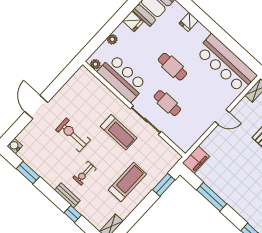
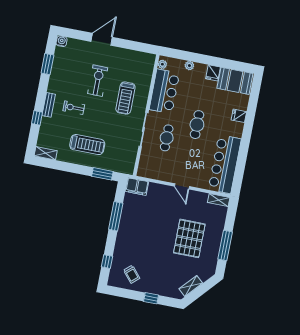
treadmill: (119, 132) -> (125, 98), moved

